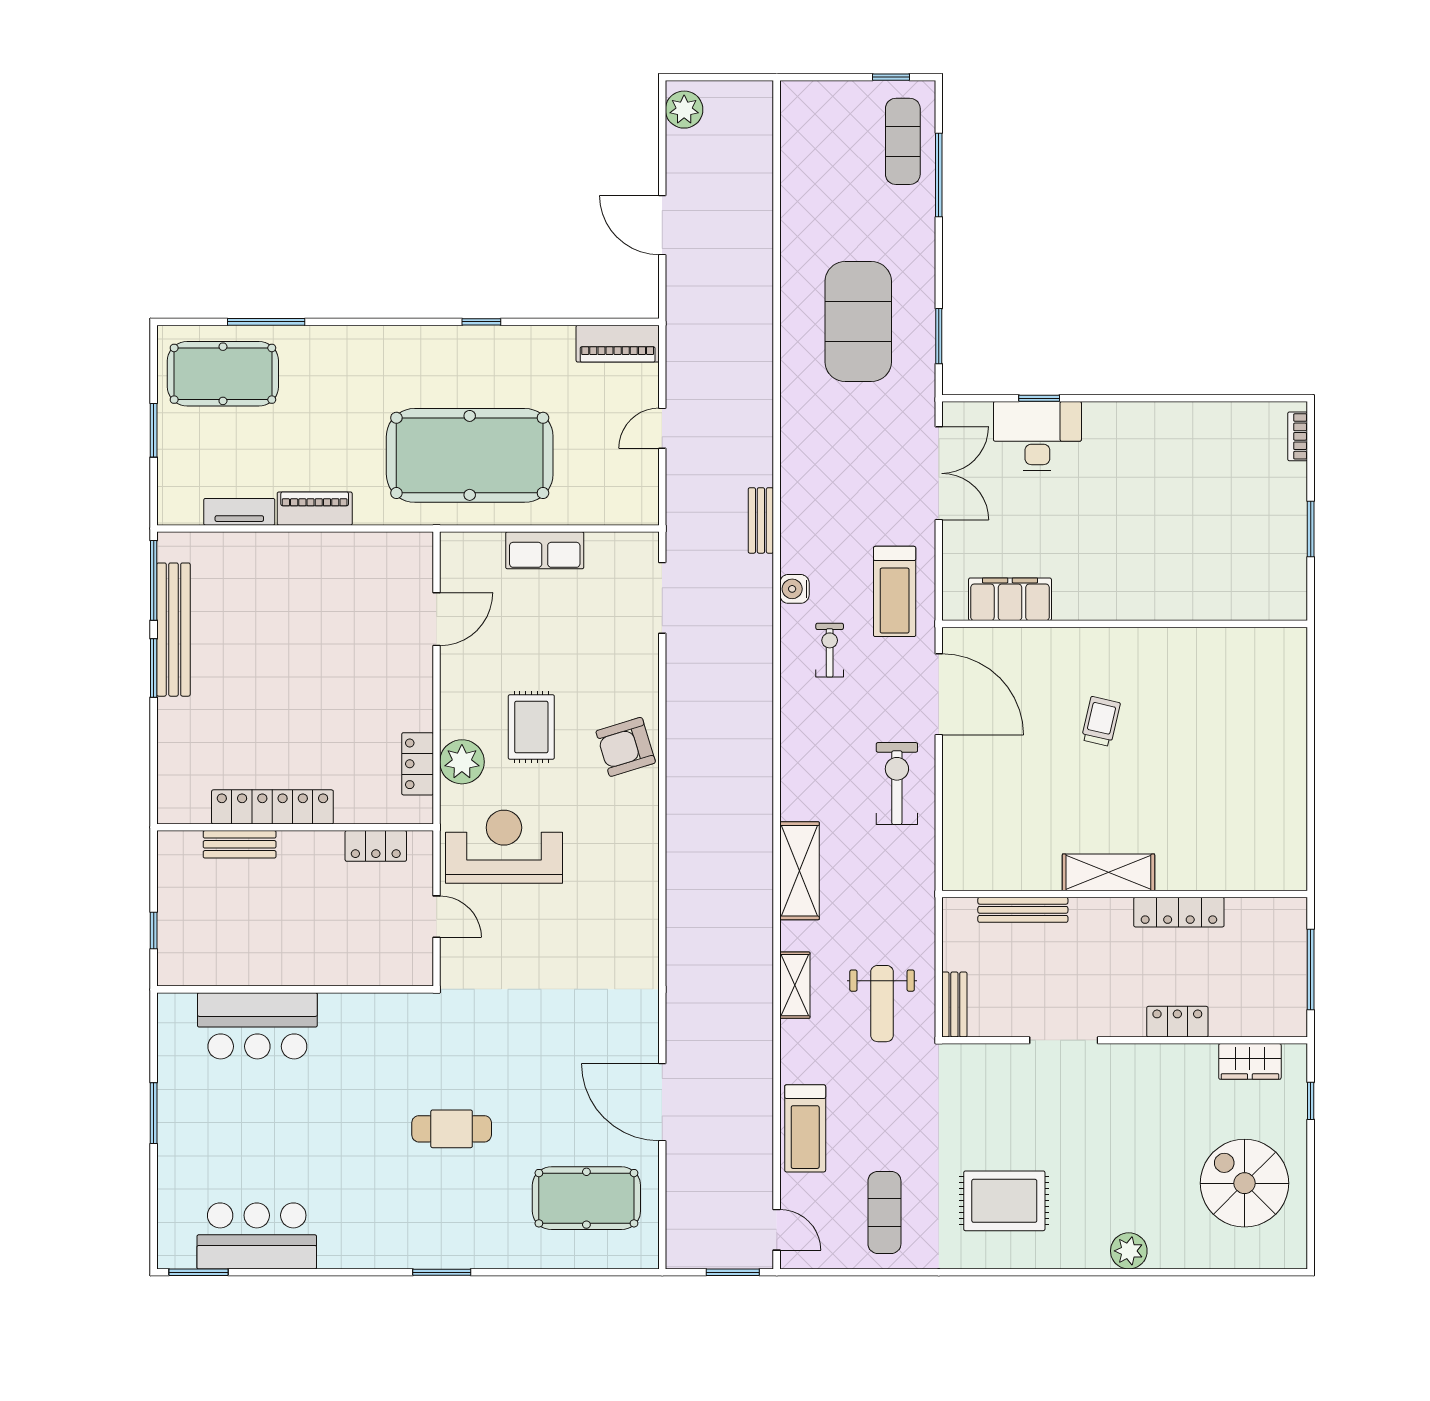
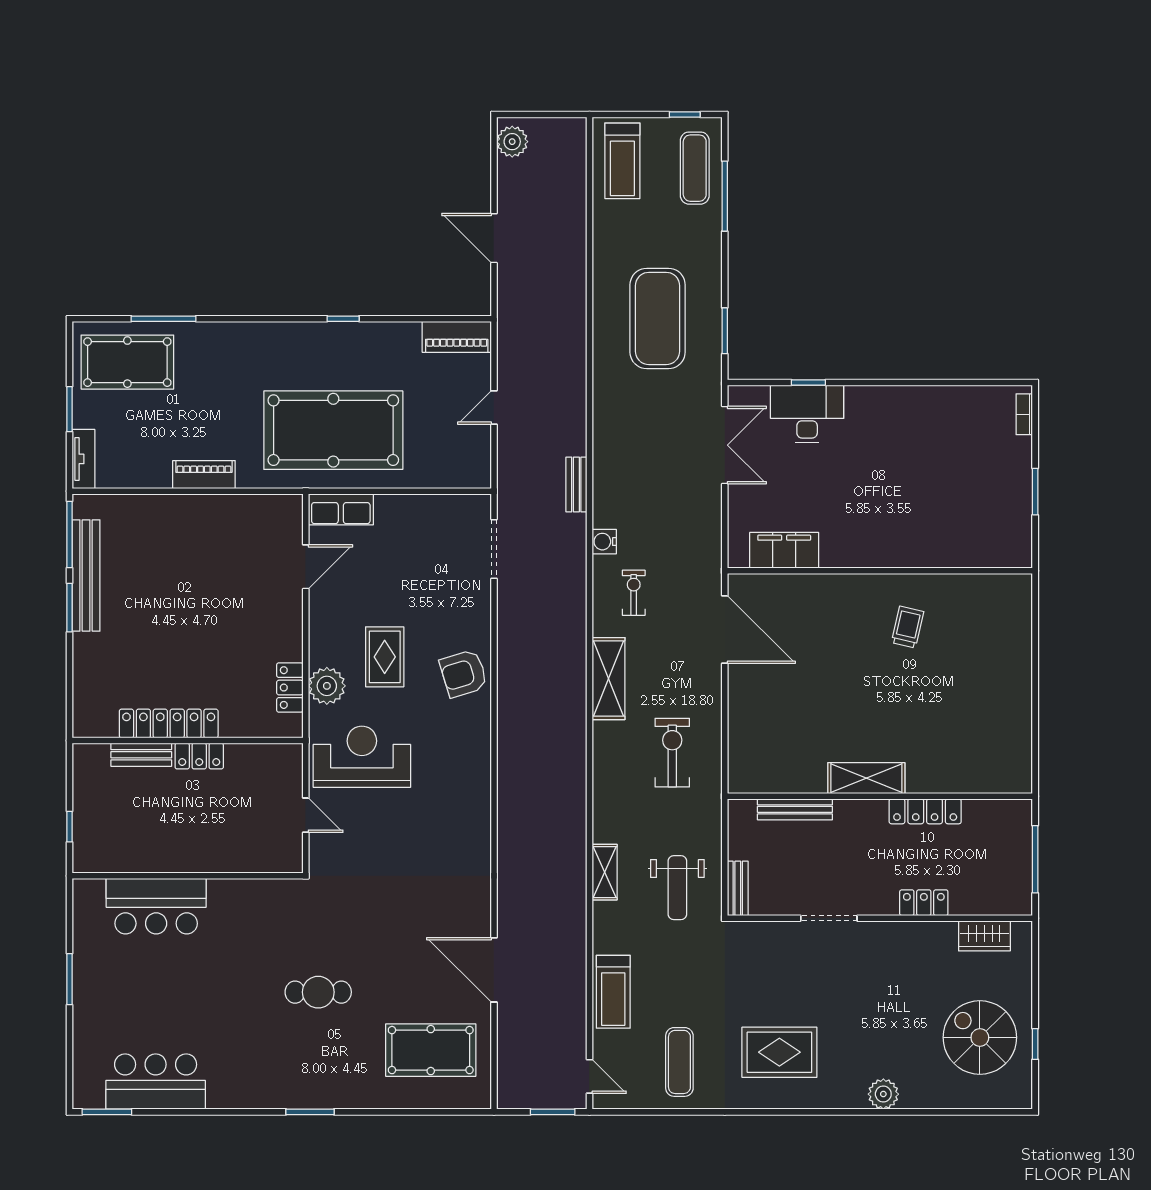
tv unit: (239, 512) -> (84, 459), moved, turned 90
row of seats: (545, 550) -> (341, 509), moved
treadmill: (895, 591) -> (622, 161), moved
trolley: (1101, 721) -> (908, 627), moved
exercise bike: (897, 784) -> (672, 753), moved
locker: (376, 846) -> (199, 756), moved
shelving: (800, 871) -> (609, 679), moved
window: (1311, 1101) -> (1035, 1044), moved

